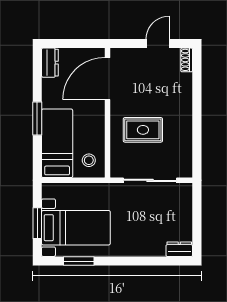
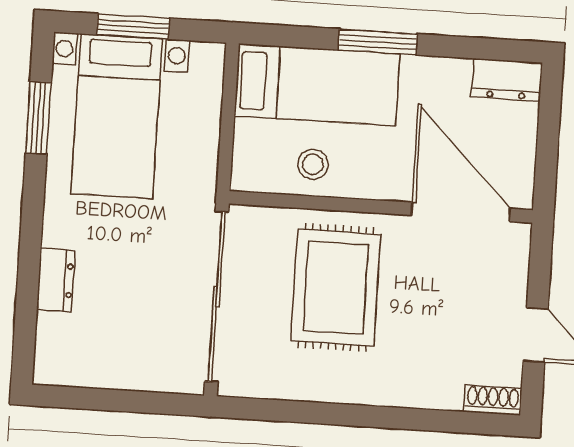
rug: (143, 130) -> (336, 287), width x1.36, depth x1.43
stool: (89, 160) -> (313, 164), moved
sliding door: (150, 180) -> (217, 297), width x1.36
dresser: (179, 249) -> (56, 280), moved

